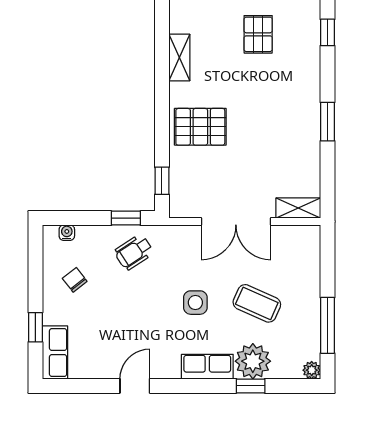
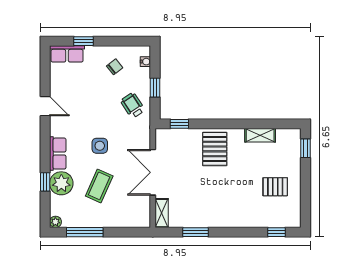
window: (328, 122) -> (195, 232), moved
window: (126, 218) -> (155, 88), moved

